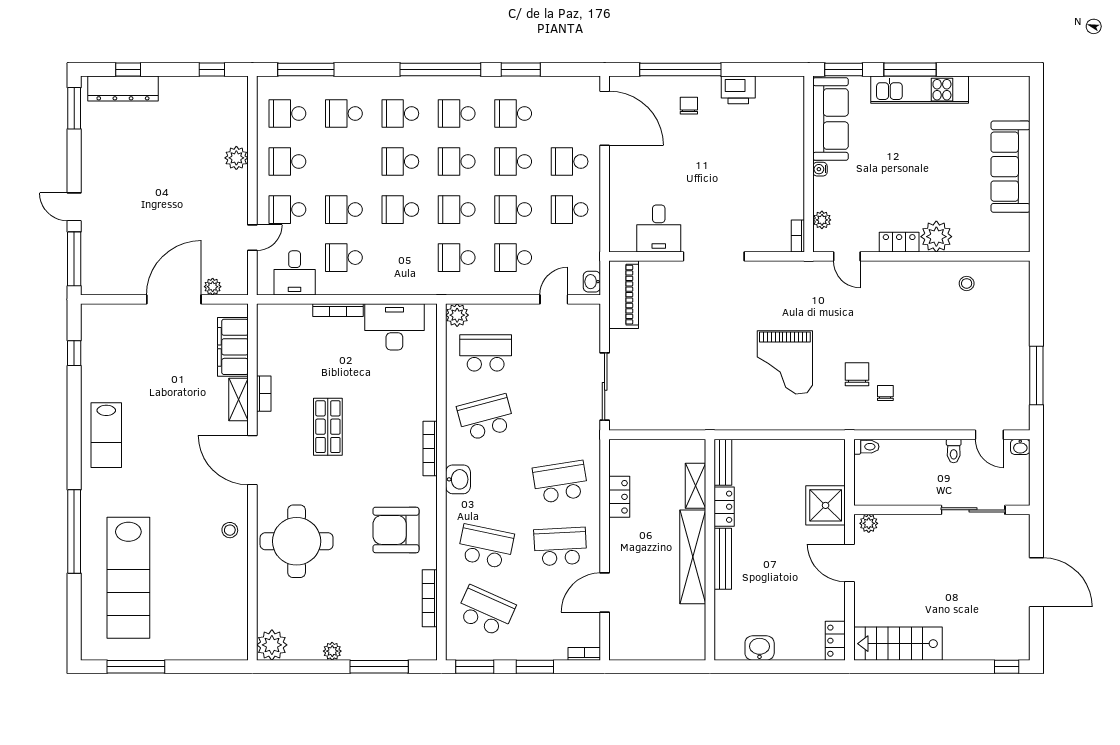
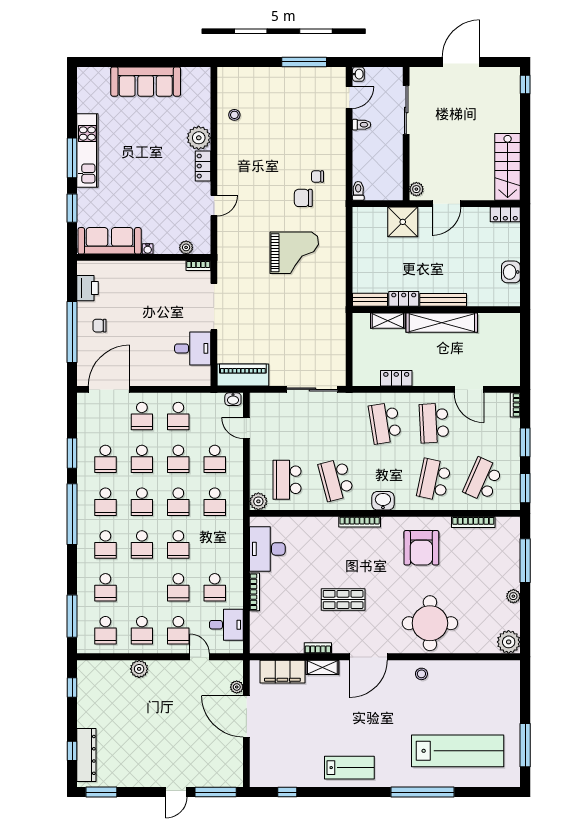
sofa: (831, 119) -> (110, 241), moved
wall: (809, 164) -> (144, 257), moved
water cooler: (820, 169) -> (148, 249), moved
plant: (822, 220) -> (186, 247), moved
bookcase: (798, 236) -> (198, 266), moved

